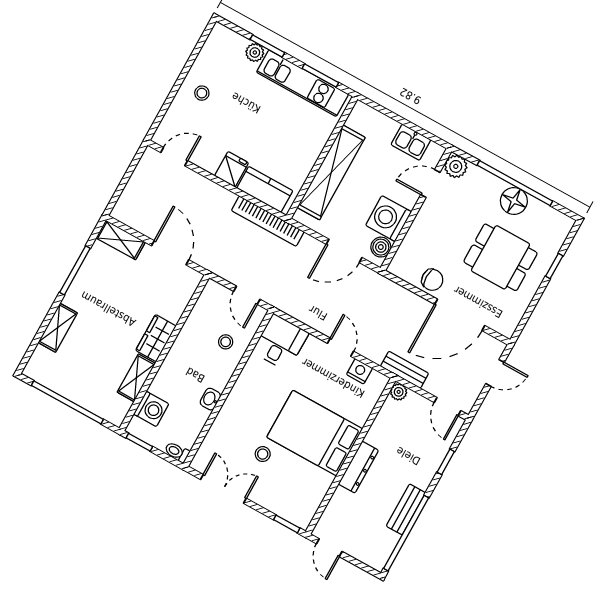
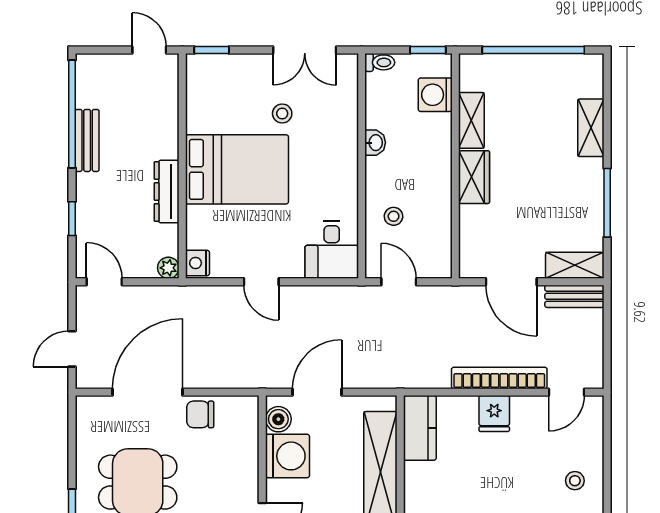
kitchen counter: (265, 189) -> (420, 428), moved, turned -90
bookcase: (268, 221) -> (499, 378), moved
bench: (405, 370) -> (574, 296), moved
nightstand: (360, 371) -> (197, 263), moved, turned 90
dresser: (358, 467) -> (167, 191), moved

